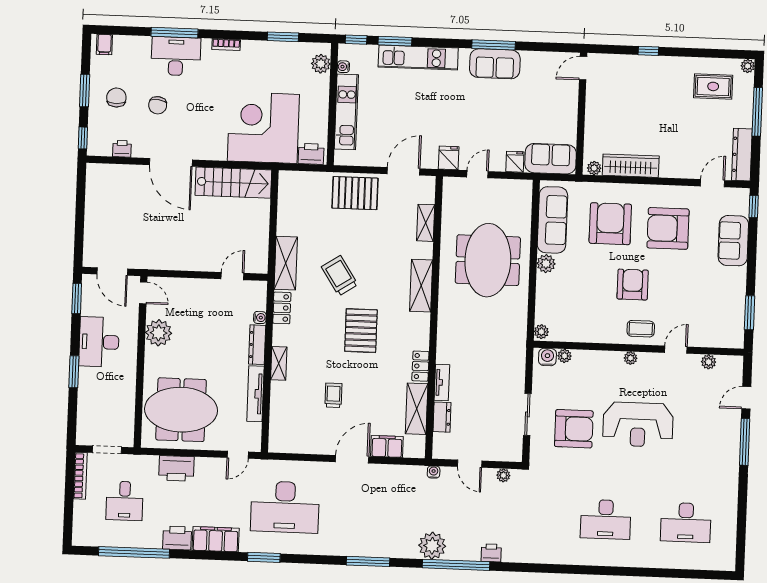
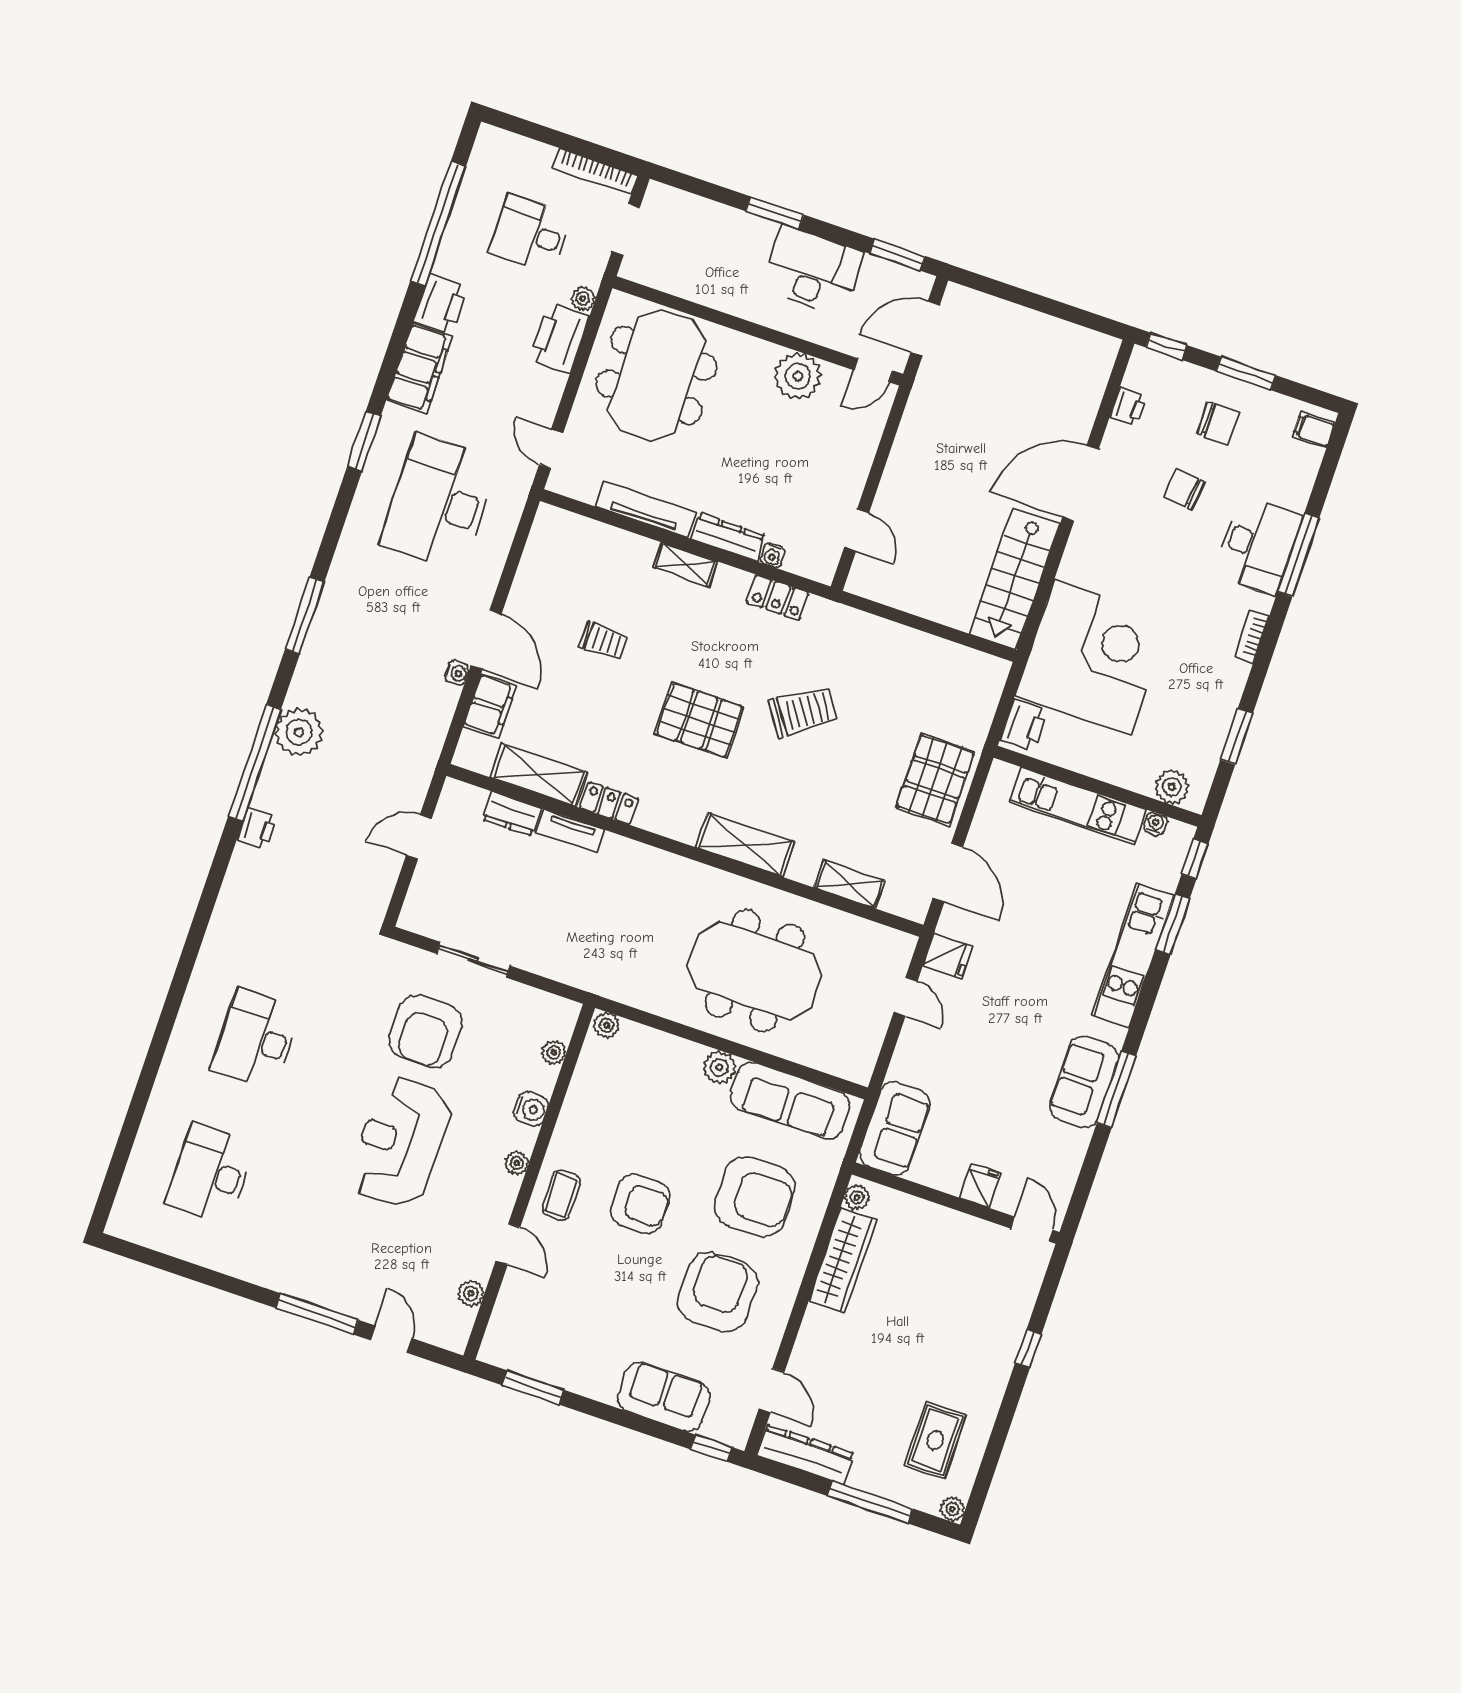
fridge: (515, 162) -> (980, 1186), moved, turned -90
shelving: (286, 263) -> (852, 627), removed
water cooler: (547, 357) -> (531, 1109), moved
water cooler: (434, 472) -> (457, 673), moved
plant: (503, 475) -> (583, 299), moved

